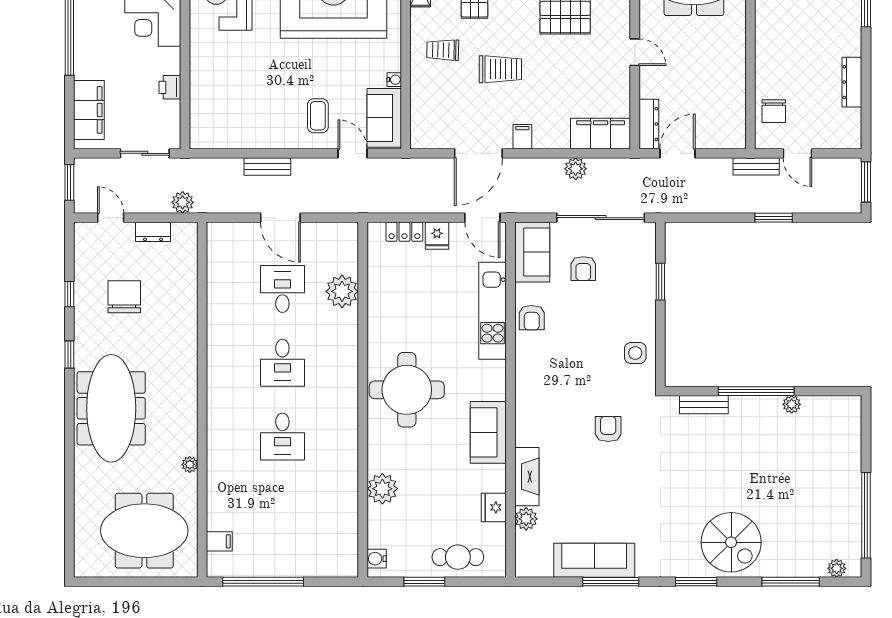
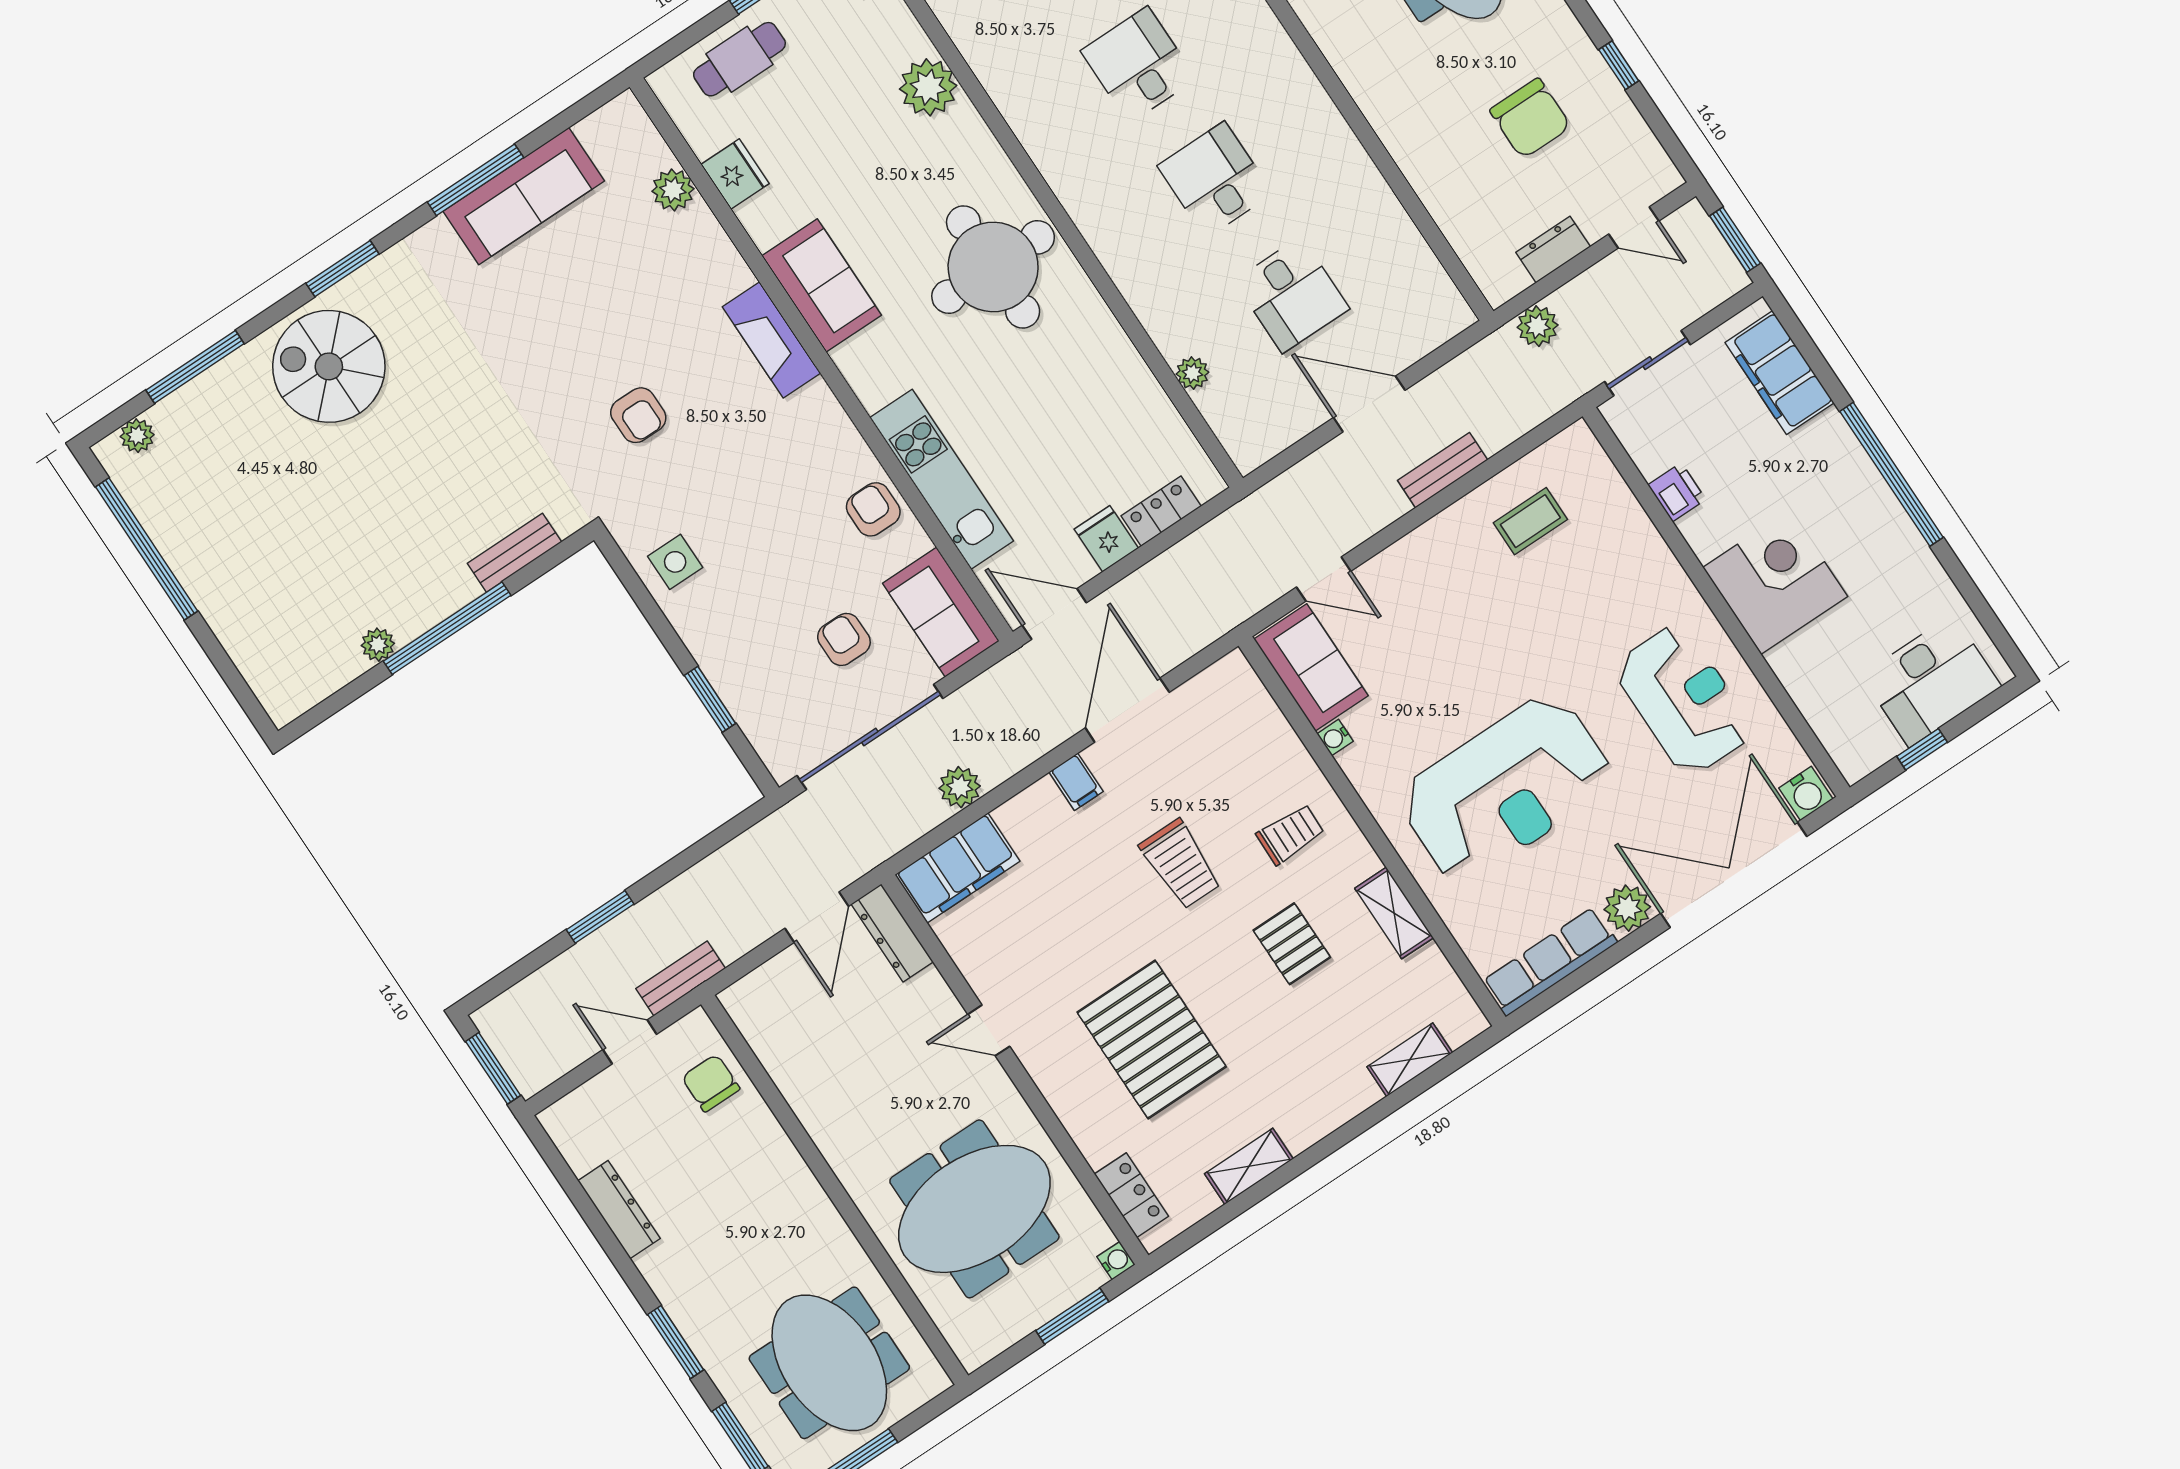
trolley: (500, 69) -> (1180, 864), turned -90
coffee table: (318, 116) -> (1530, 521), moved, turned 90
plant: (342, 291) -> (1192, 373), width x0.53, depth x0.53
fireplace: (527, 477) -> (771, 340), moved

